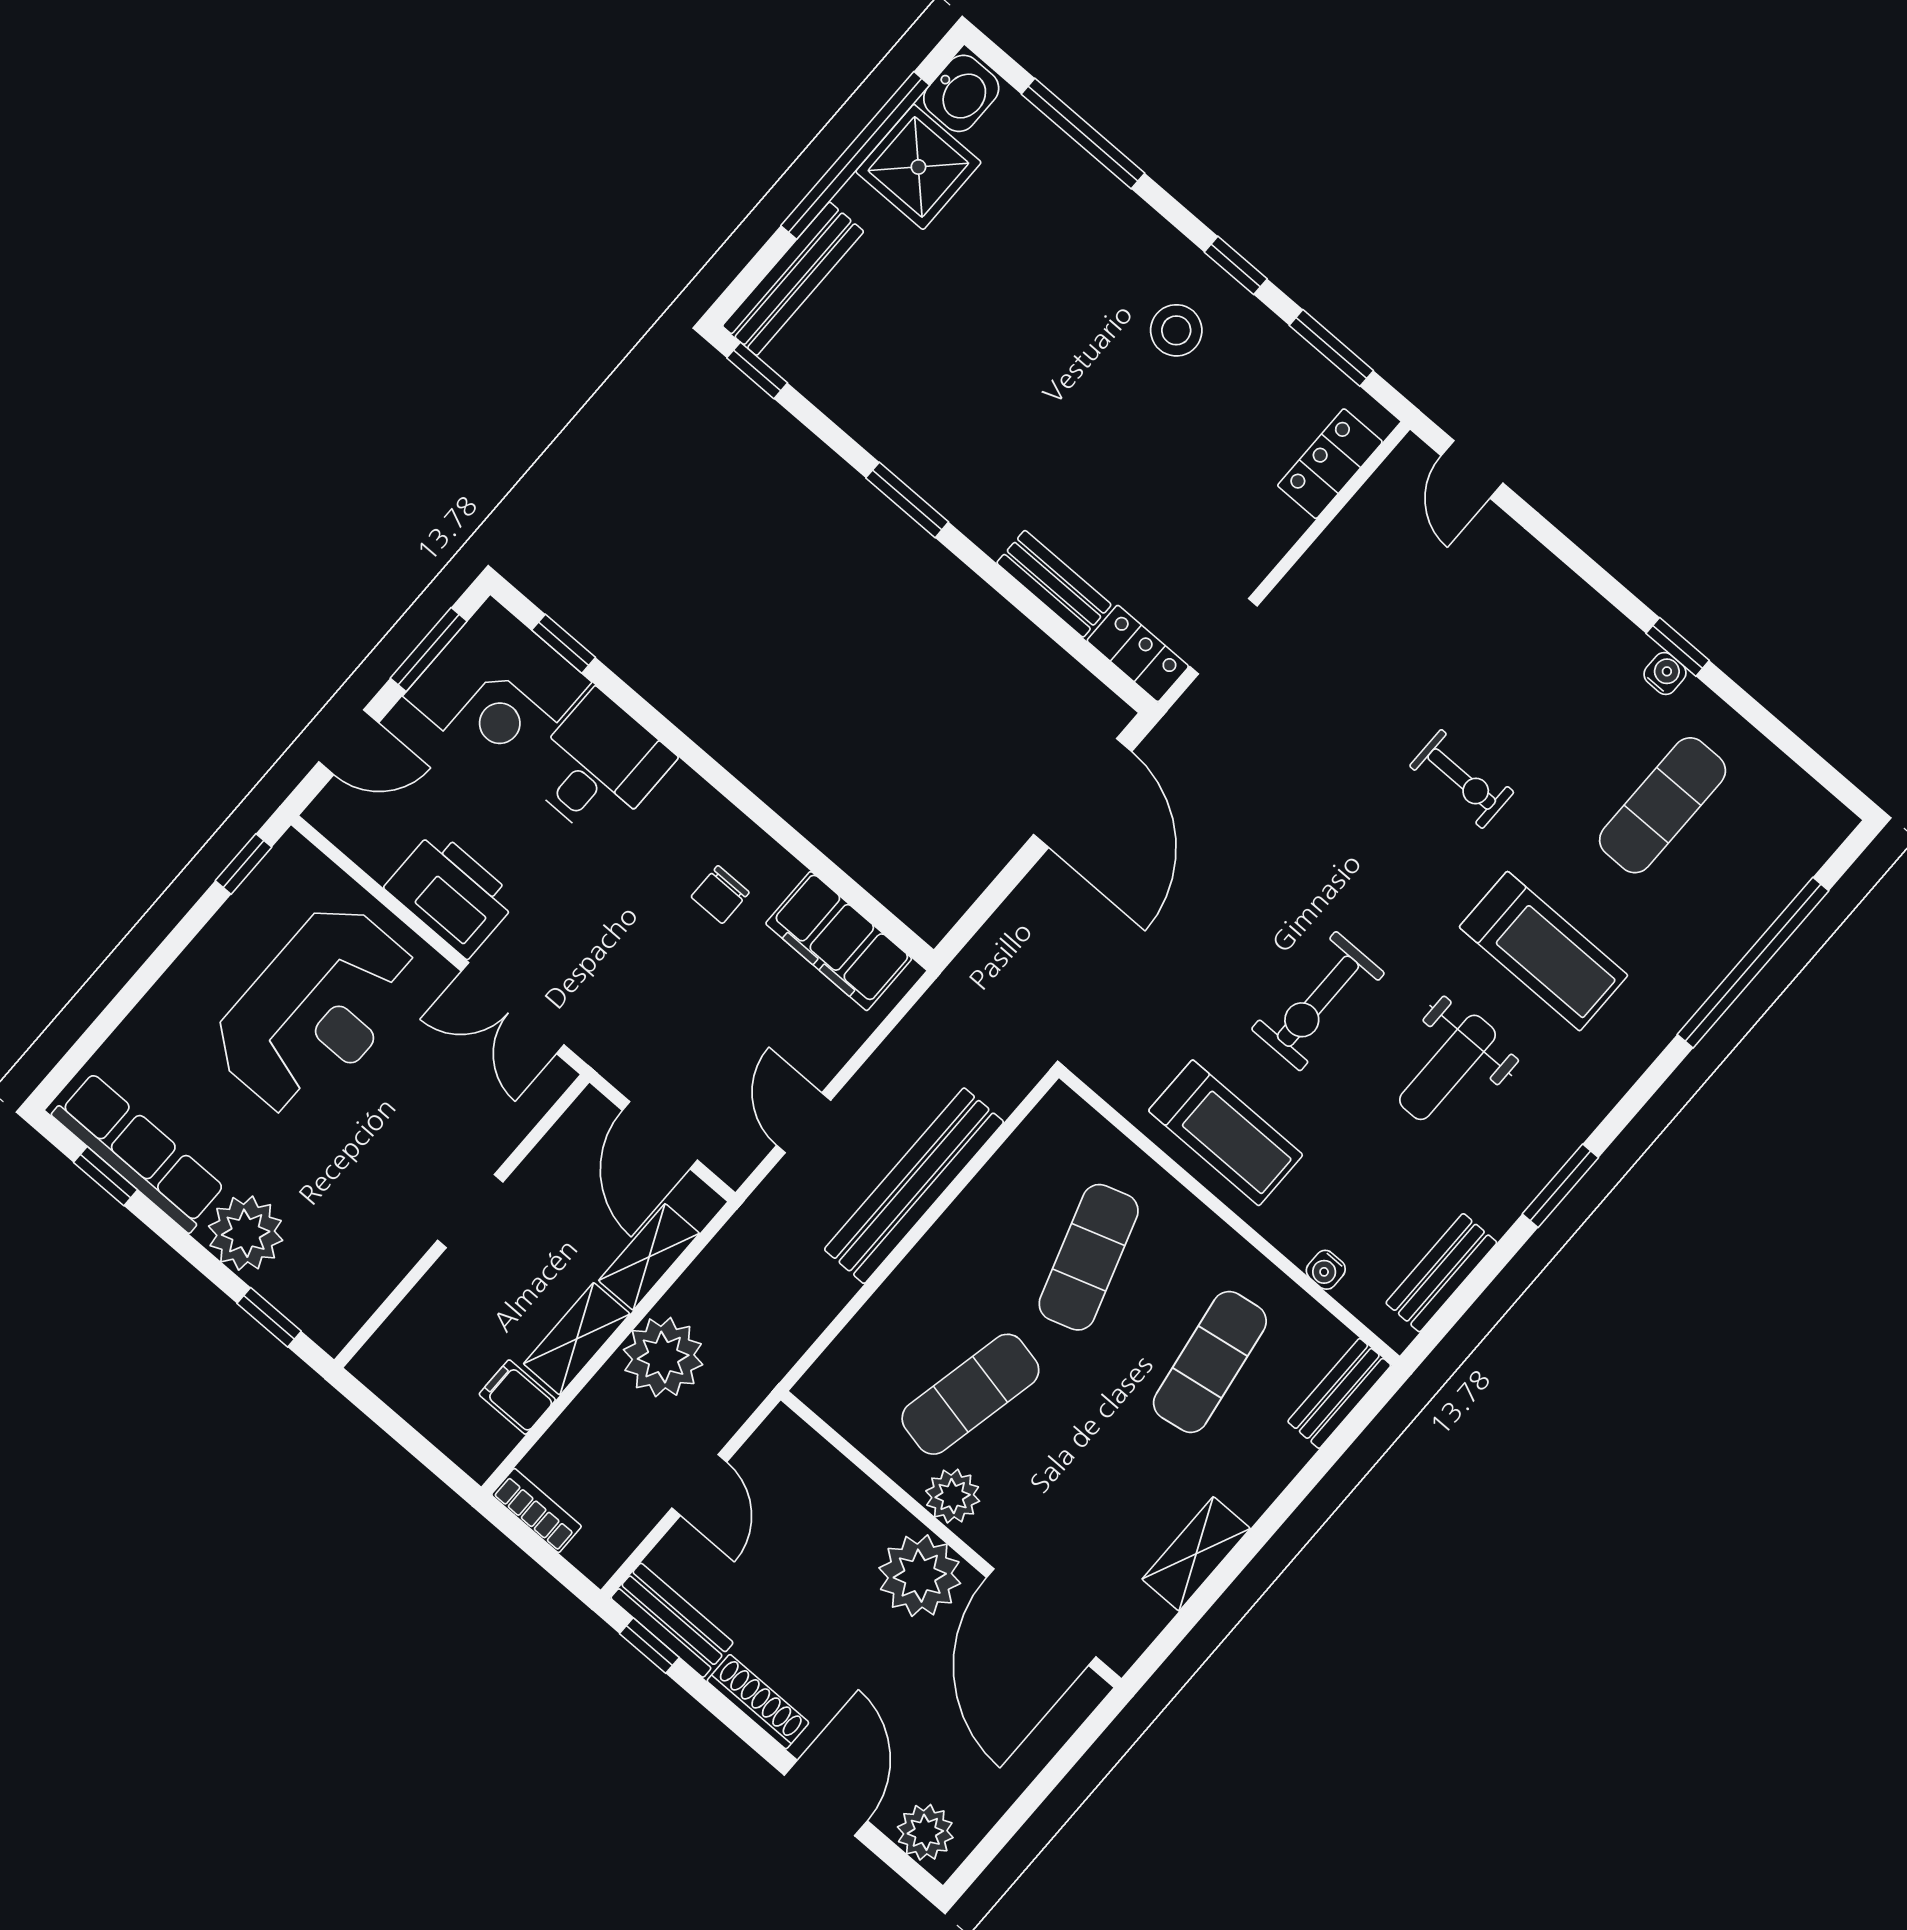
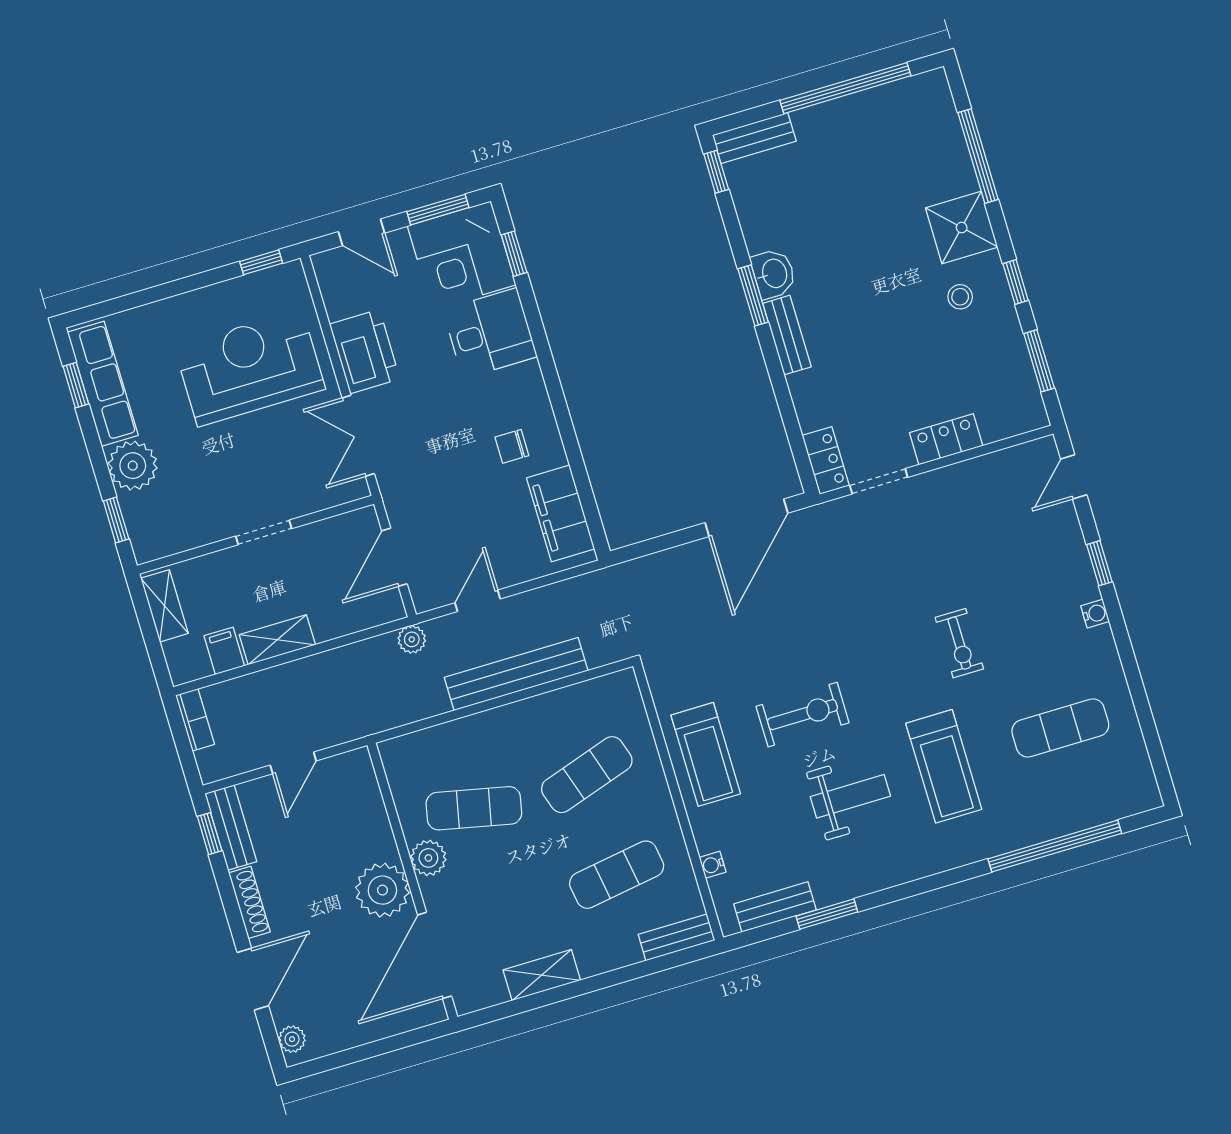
washbasin: (961, 93) -> (774, 274), moved, turned -90
shower: (918, 167) -> (962, 228), moved
bench: (793, 279) -> (754, 138), width x0.73
stool: (1176, 330) -> (960, 297), width x0.73, depth x0.73
locker: (1330, 464) -> (946, 439), moved
bench: (1054, 584) -> (787, 335), moved
window: (1678, 647) -> (1099, 563), moved
water cooler: (1665, 674) -> (1095, 614), moved
exercise bike: (1318, 1001) -> (803, 715), turned 180
reception desk: (316, 1010) -> (250, 368), turned 180
weight bench: (1447, 1067) -> (850, 796), turned 180
window: (1560, 1186) -> (827, 914), moved
shelving: (649, 1257) -> (164, 606), moved, turned 90
plant: (663, 1357) -> (412, 639), moved, width x0.53, depth x0.53
plant: (925, 1832) -> (292, 1039), width x0.73, depth x0.73

